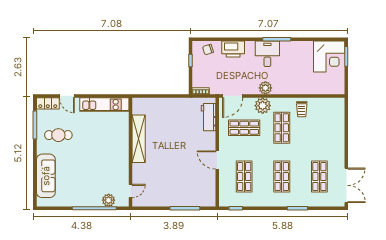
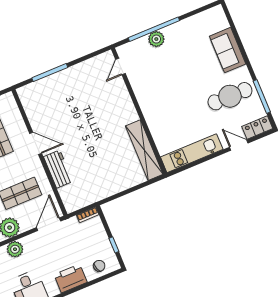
workbench: (208, 117) -> (58, 169), moved
cafe table: (58, 135) -> (230, 96), width x1.37, depth x1.35
shelving: (139, 139) -> (144, 150), moved
sofa: (46, 176) -> (228, 50), width x0.73
plant: (109, 200) -> (156, 39), moved

